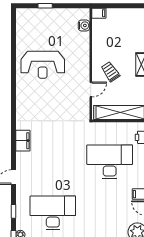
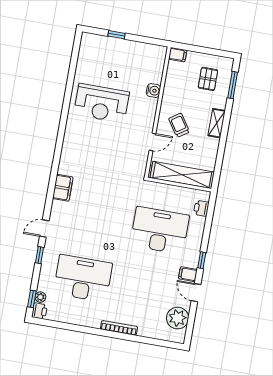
water cooler: (84, 26) -> (153, 91), moved
pallet: (128, 29) -> (208, 79), added
window: (13, 211) -> (40, 255), moved

